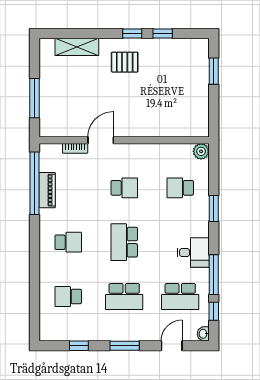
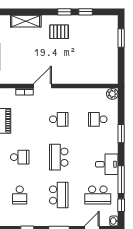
school desk: (68, 297) -> (20, 195), turned -90
school desk: (124, 297) -> (59, 195), turned -90

